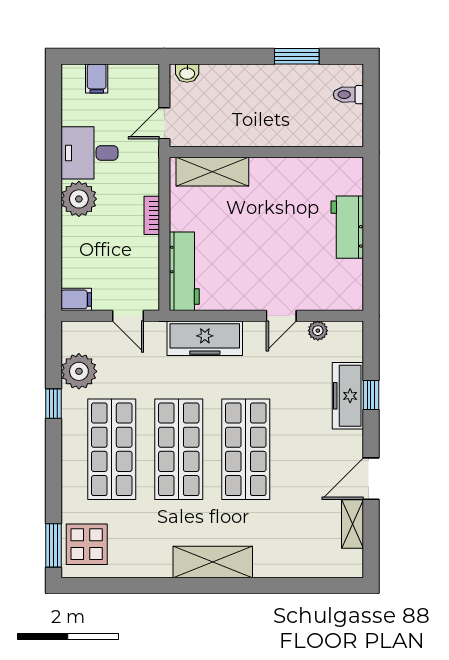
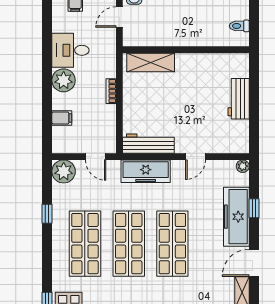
toilet: (348, 95) -> (239, 26), moved
door: (164, 123) -> (119, 17), moved
workbench: (184, 271) -> (148, 144), moved, turned -90
filing cabinet: (76, 299) -> (62, 118), moved
plant: (318, 331) -> (243, 166), moved
plant: (79, 371) -> (64, 171), moved
freezer: (348, 396) -> (236, 217), width x1.36, depth x1.26

